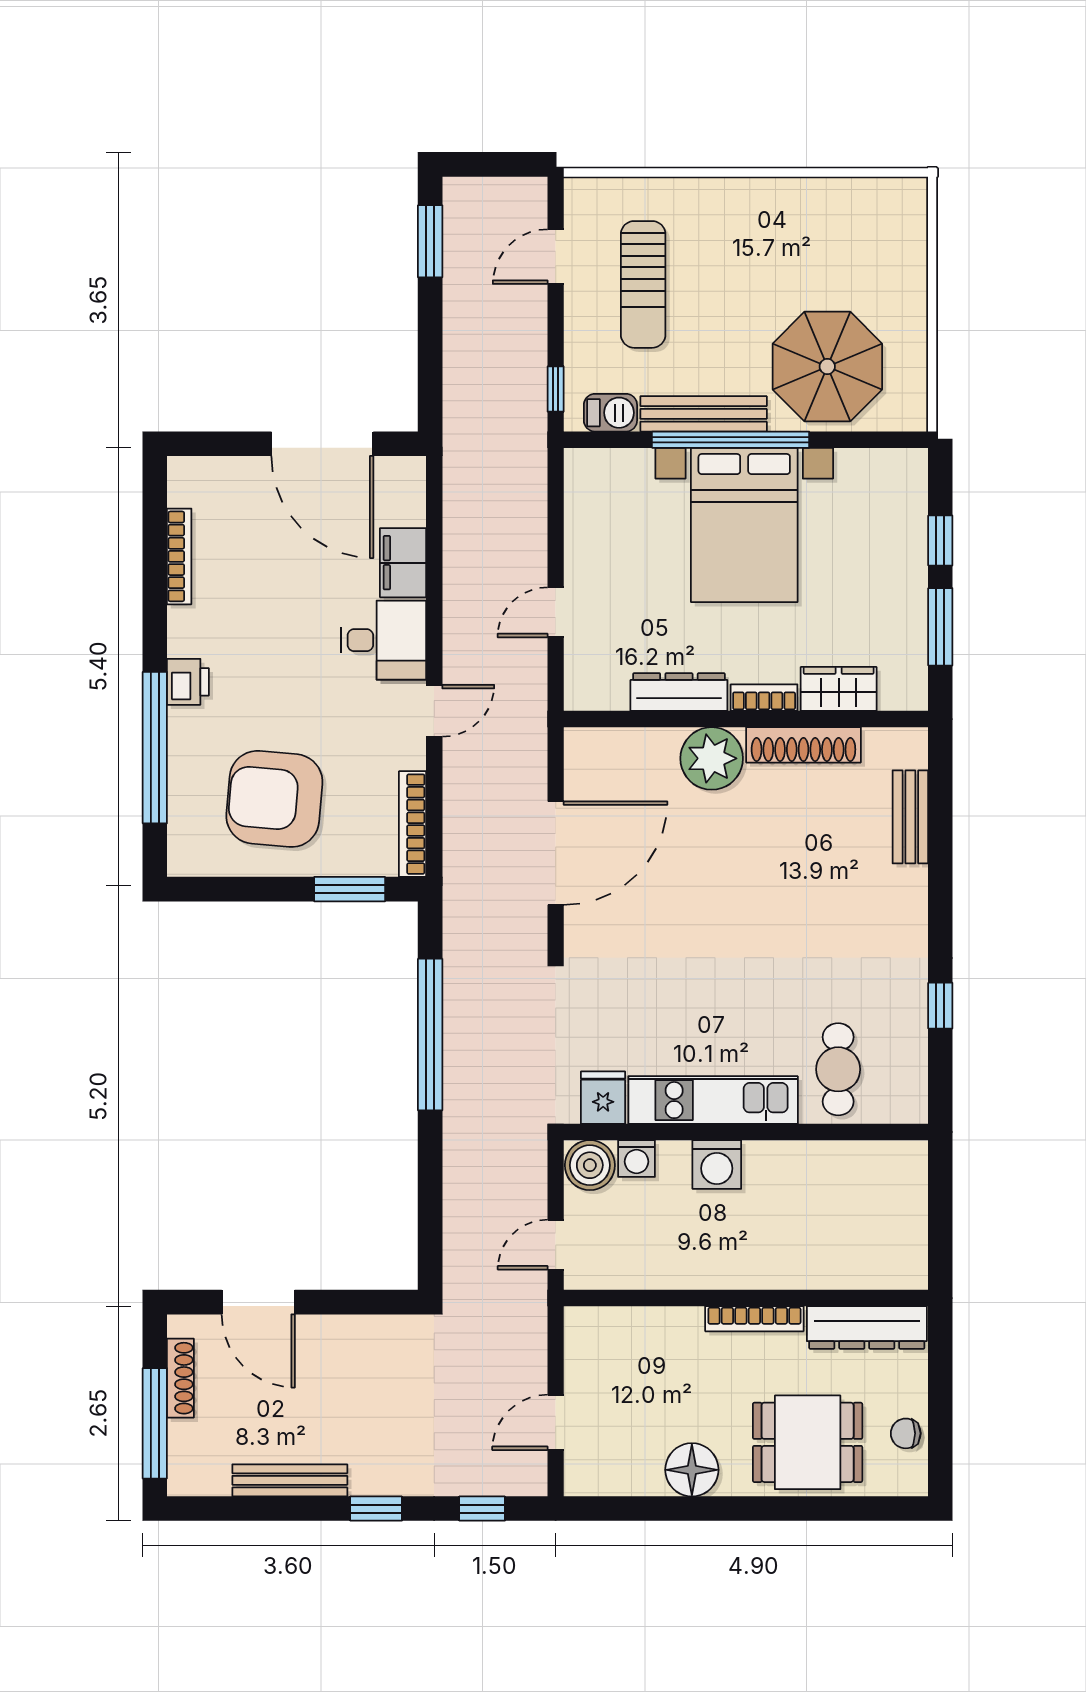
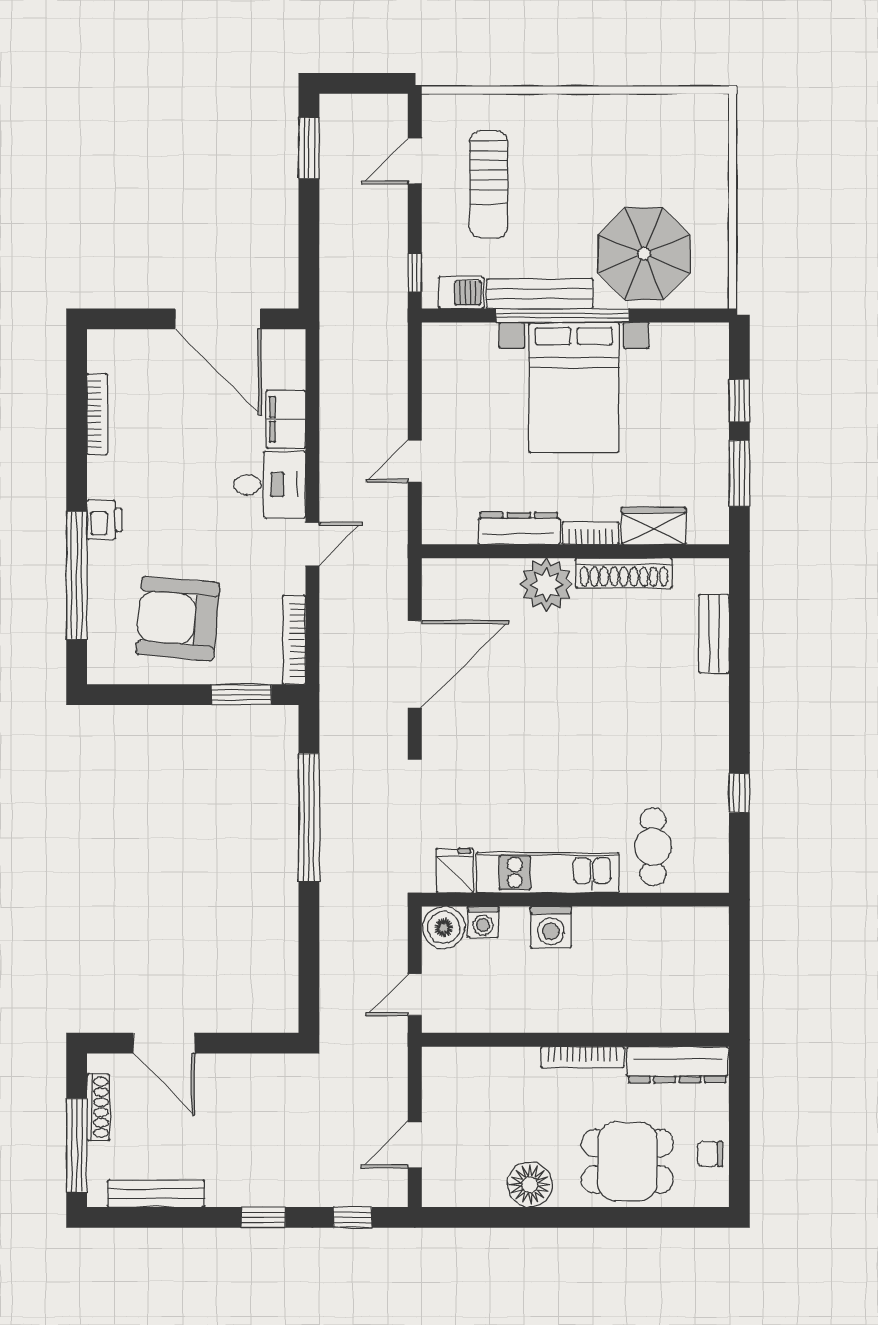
bench: (290, 1480) -> (156, 1193), moved

